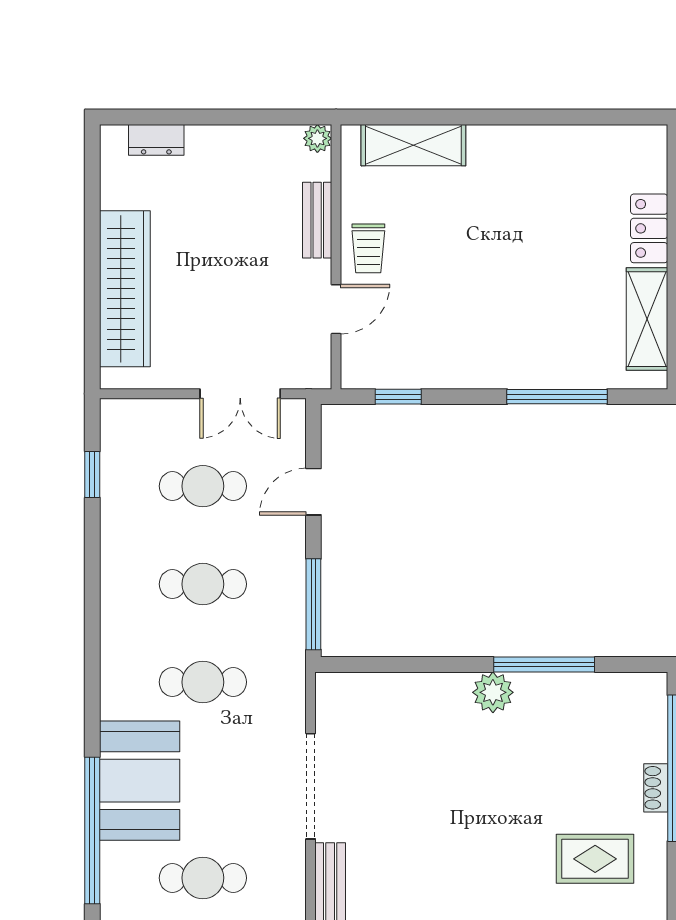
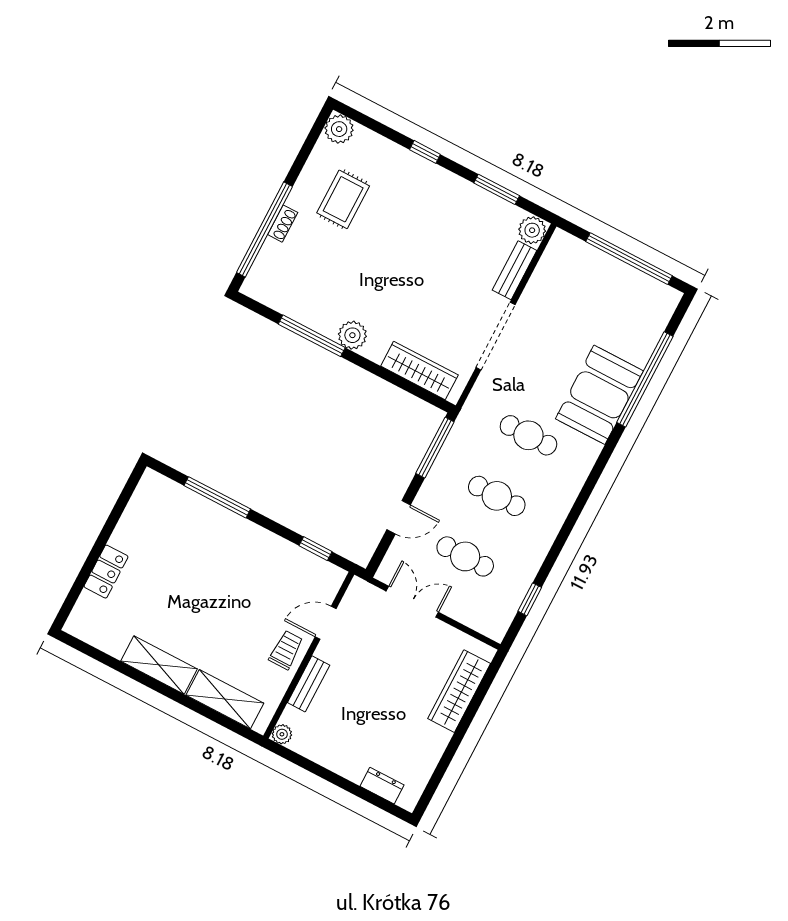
wardrobe: (125, 289) -> (459, 691), width x0.71, depth x0.85
shelving: (647, 319) -> (159, 665), moved, turned 90
wardrobe: (384, 692) -> (419, 371), added
rug: (595, 859) -> (343, 199), turned 90
cafe table: (203, 878) -> (592, 314), removed

